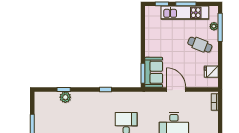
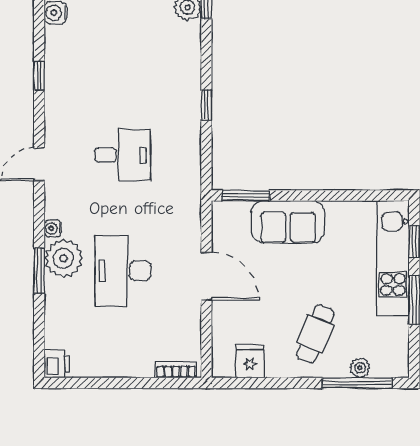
kitchen unit: (185, 13) -> (393, 258), moved
sofa: (154, 72) -> (288, 222), moved
door: (176, 90) -> (206, 276), hinge flipped

